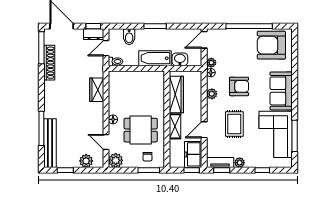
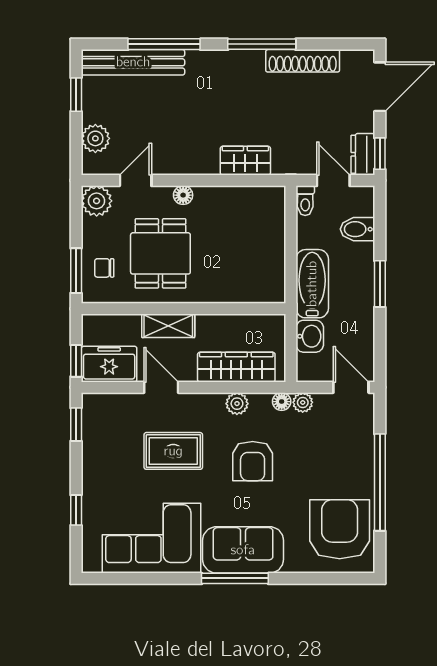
window: (41, 48) -> (262, 44), moved
wardrobe: (176, 95) -> (236, 367), moved, turned 180
window: (295, 136) -> (235, 578), moved
tv unit: (220, 162) -> (92, 421), removed
plant: (240, 163) -> (92, 462), removed

